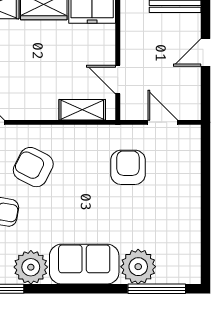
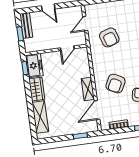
shelving: (82, 110) -> (88, 89), moved
armchair: (128, 167) -> (109, 37), turned -108

